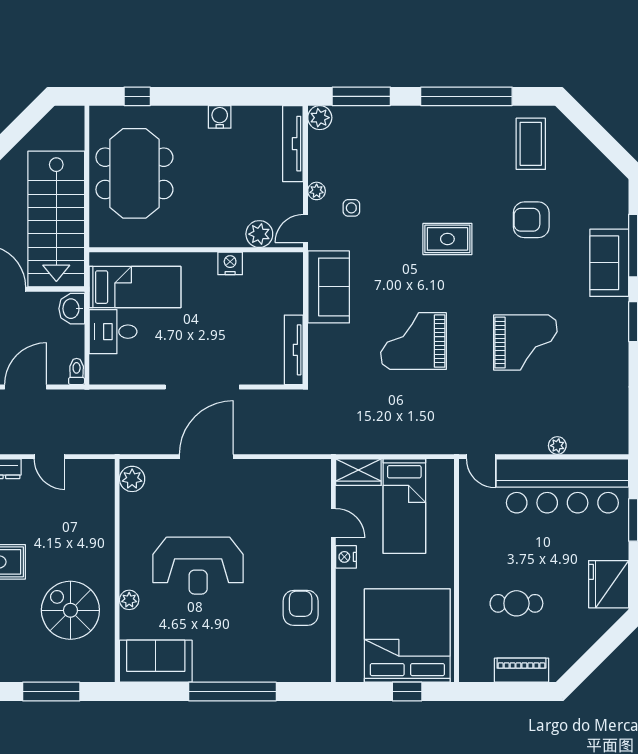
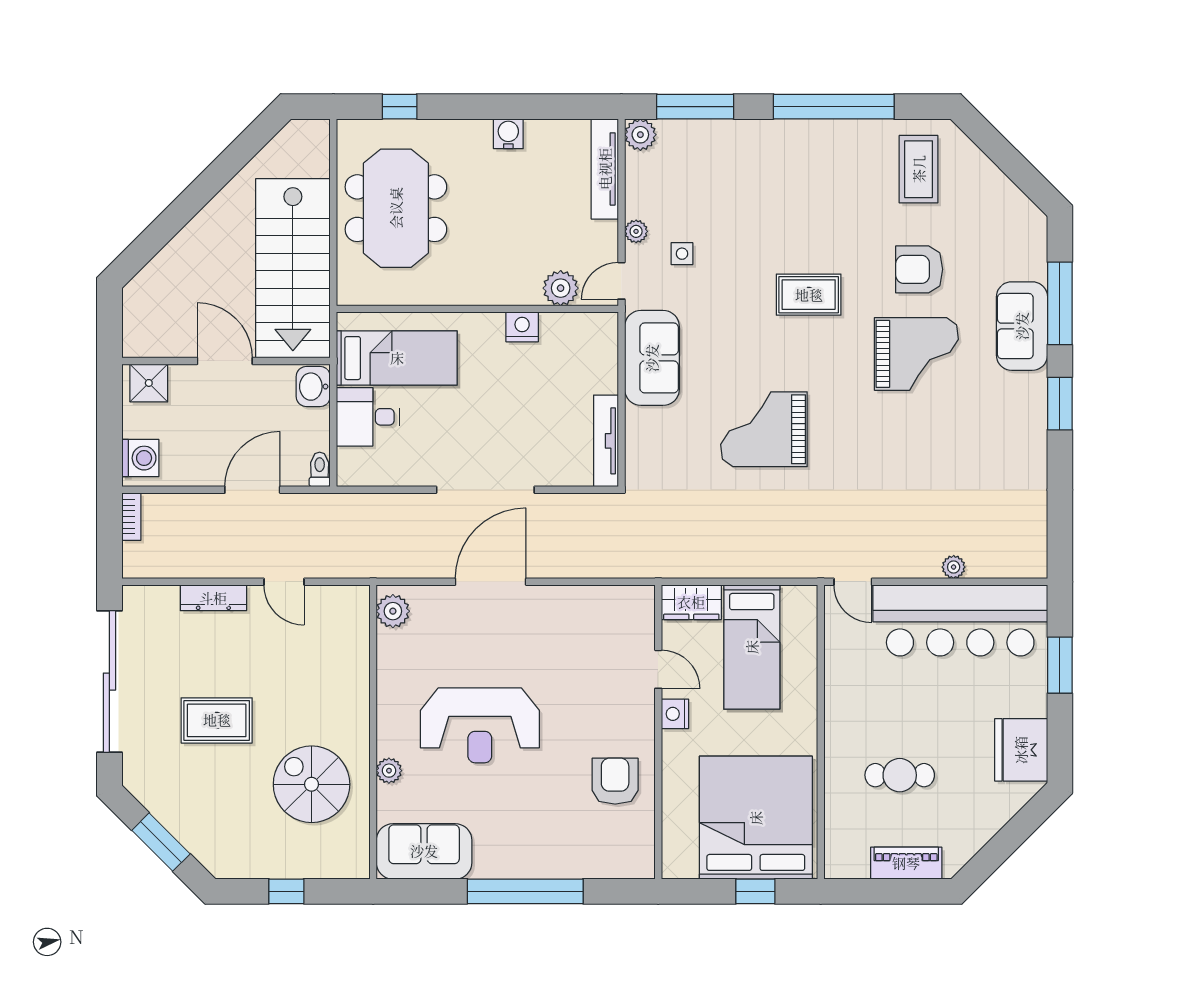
grand piano: (525, 343) -> (916, 354), moved
window: (51, 691) -> (286, 891), width x0.46

